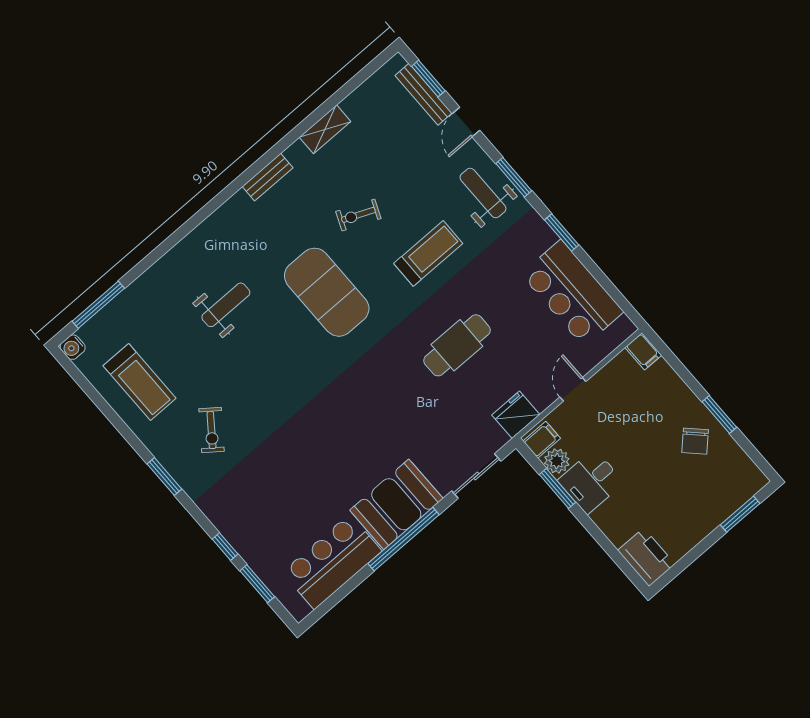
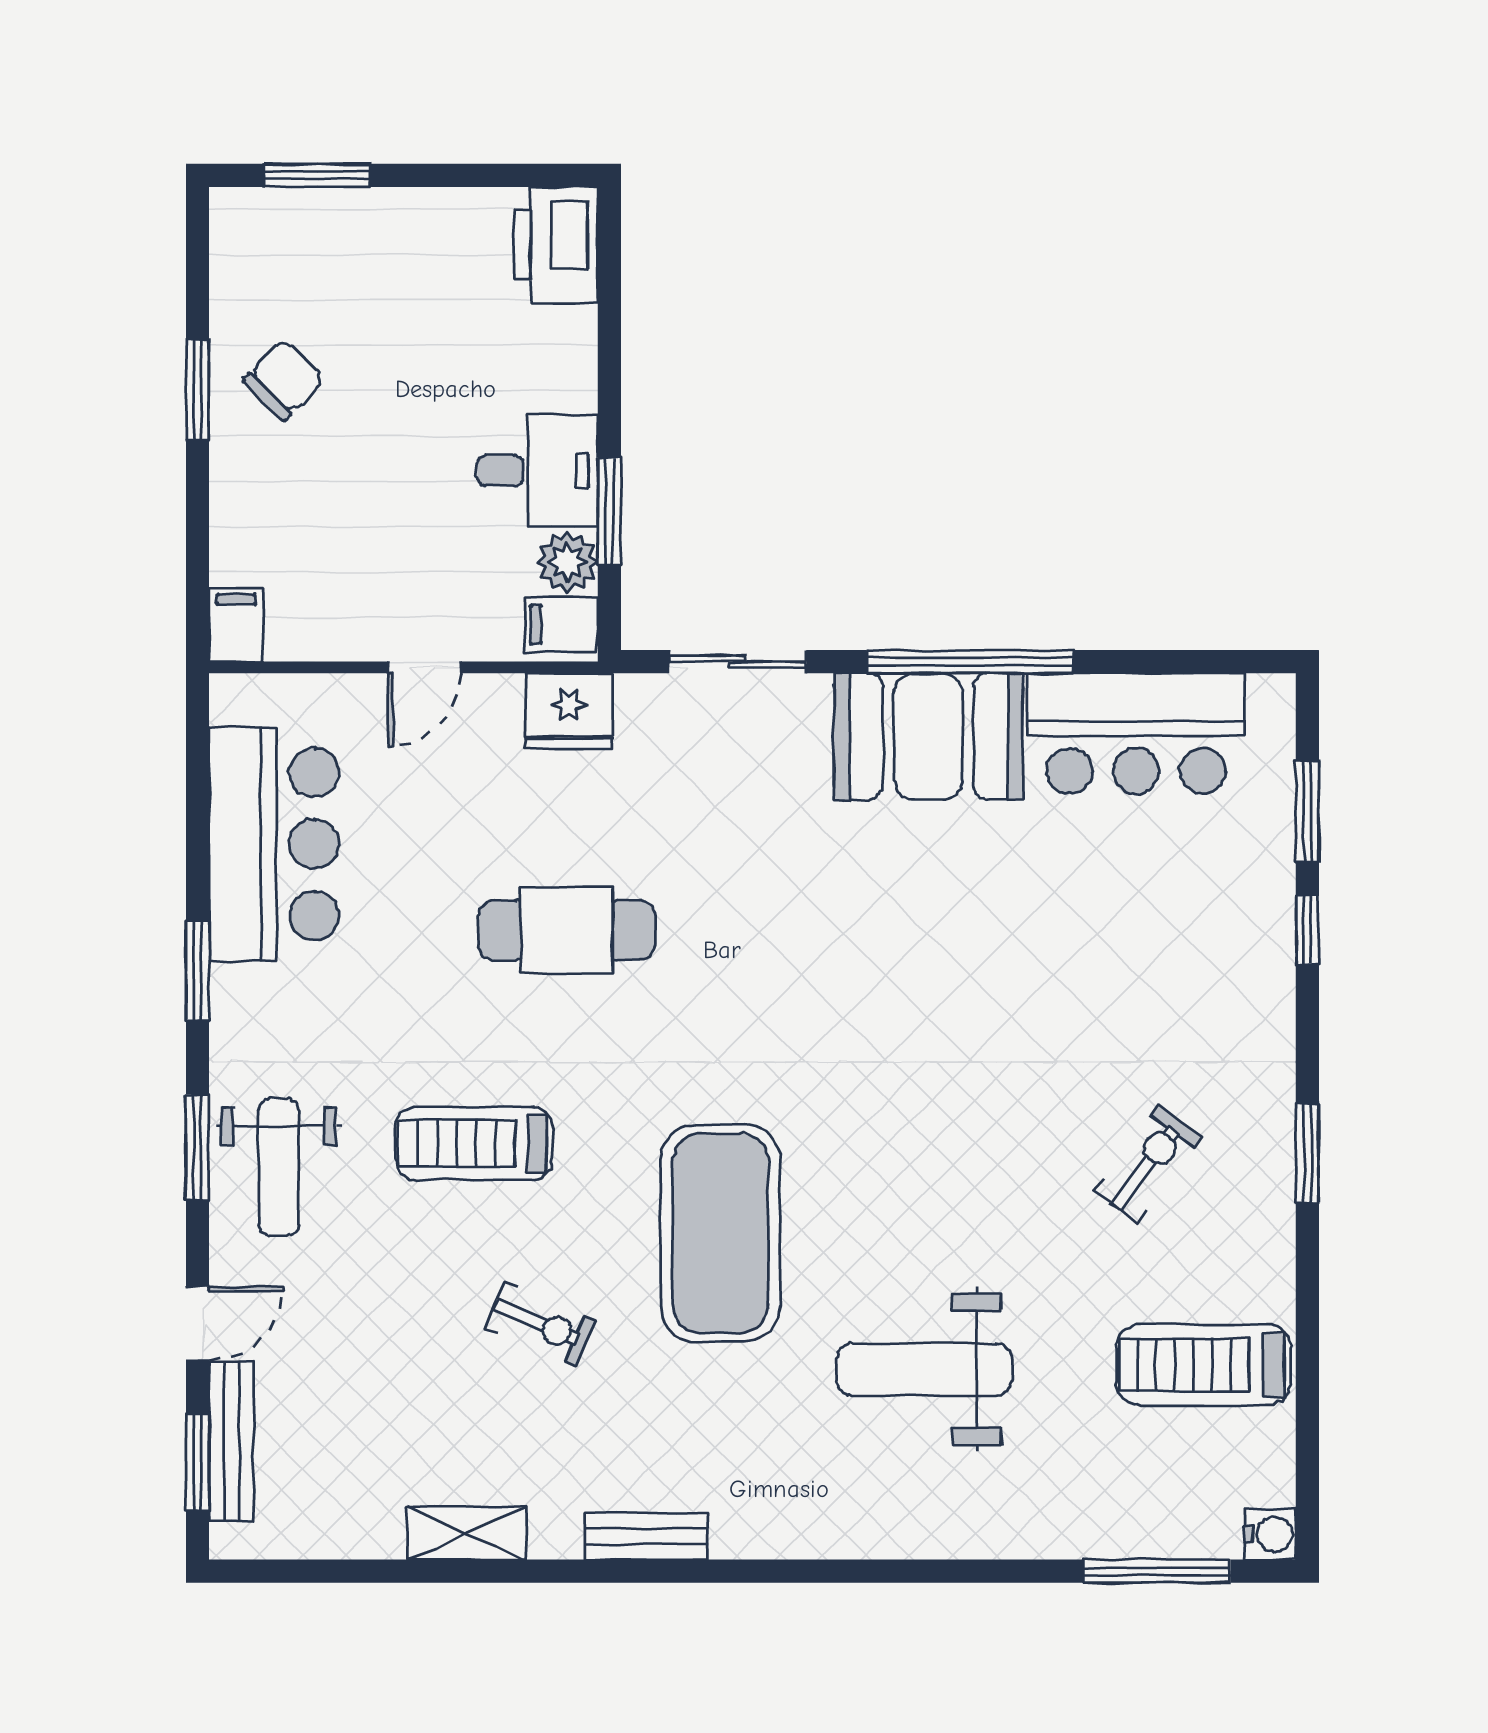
weight bench: (226, 305) -> (924, 1369), width x1.36, depth x1.33
treadmill: (140, 382) -> (1203, 1365), turned -90

